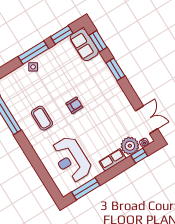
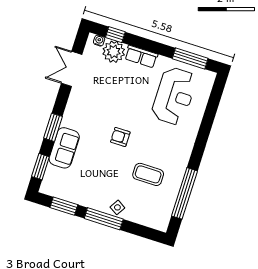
sofa: (84, 45) -> (64, 148), moved
coffee table: (42, 118) -> (148, 174), moved, turned 90
double door: (146, 120) -> (72, 69), moved

